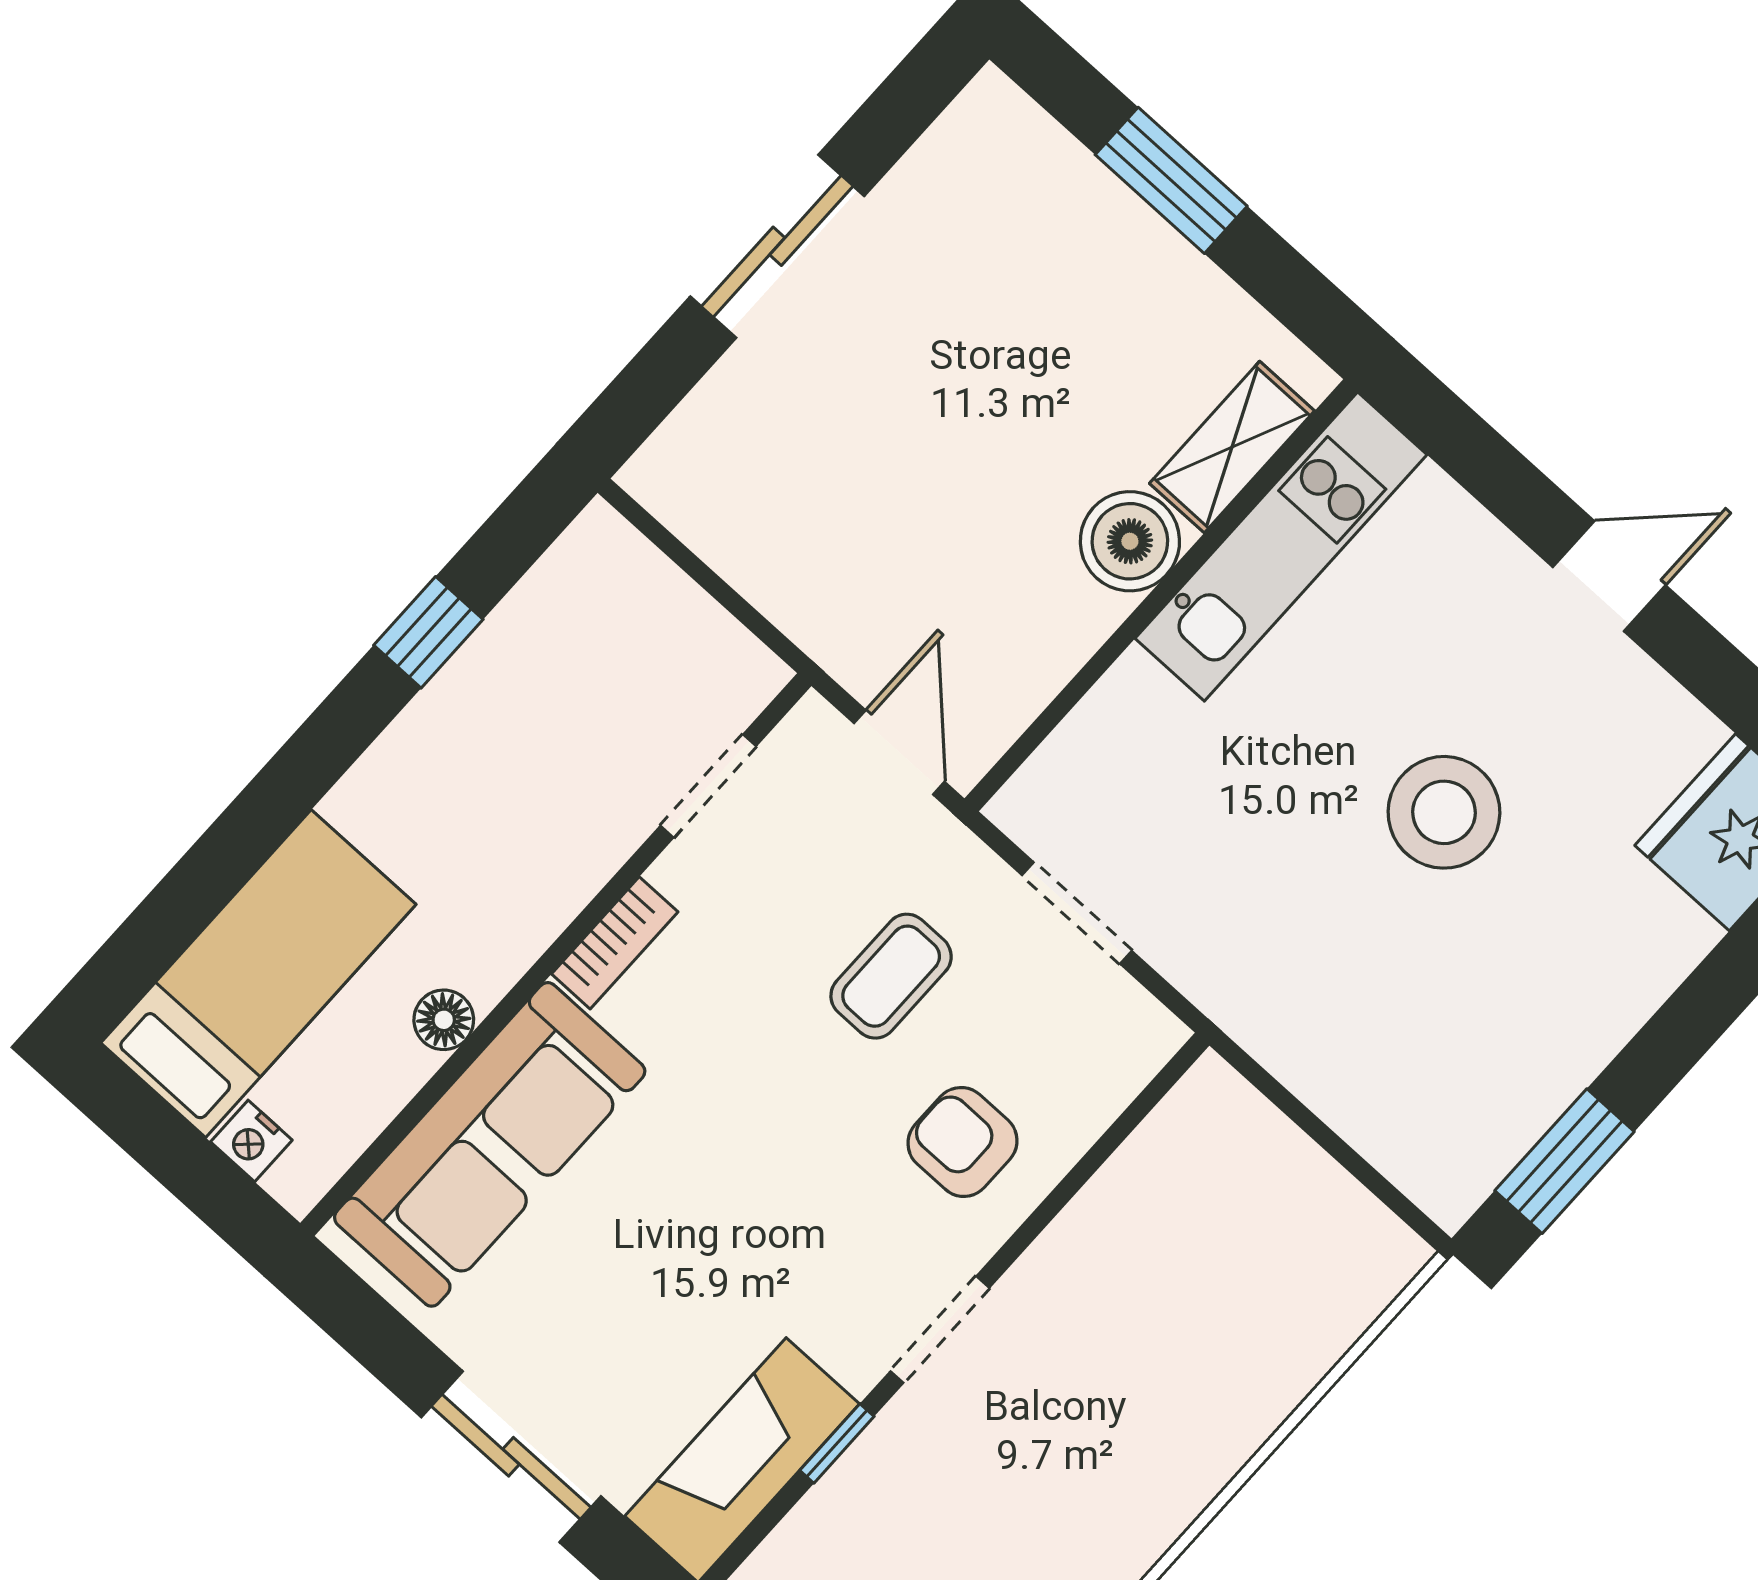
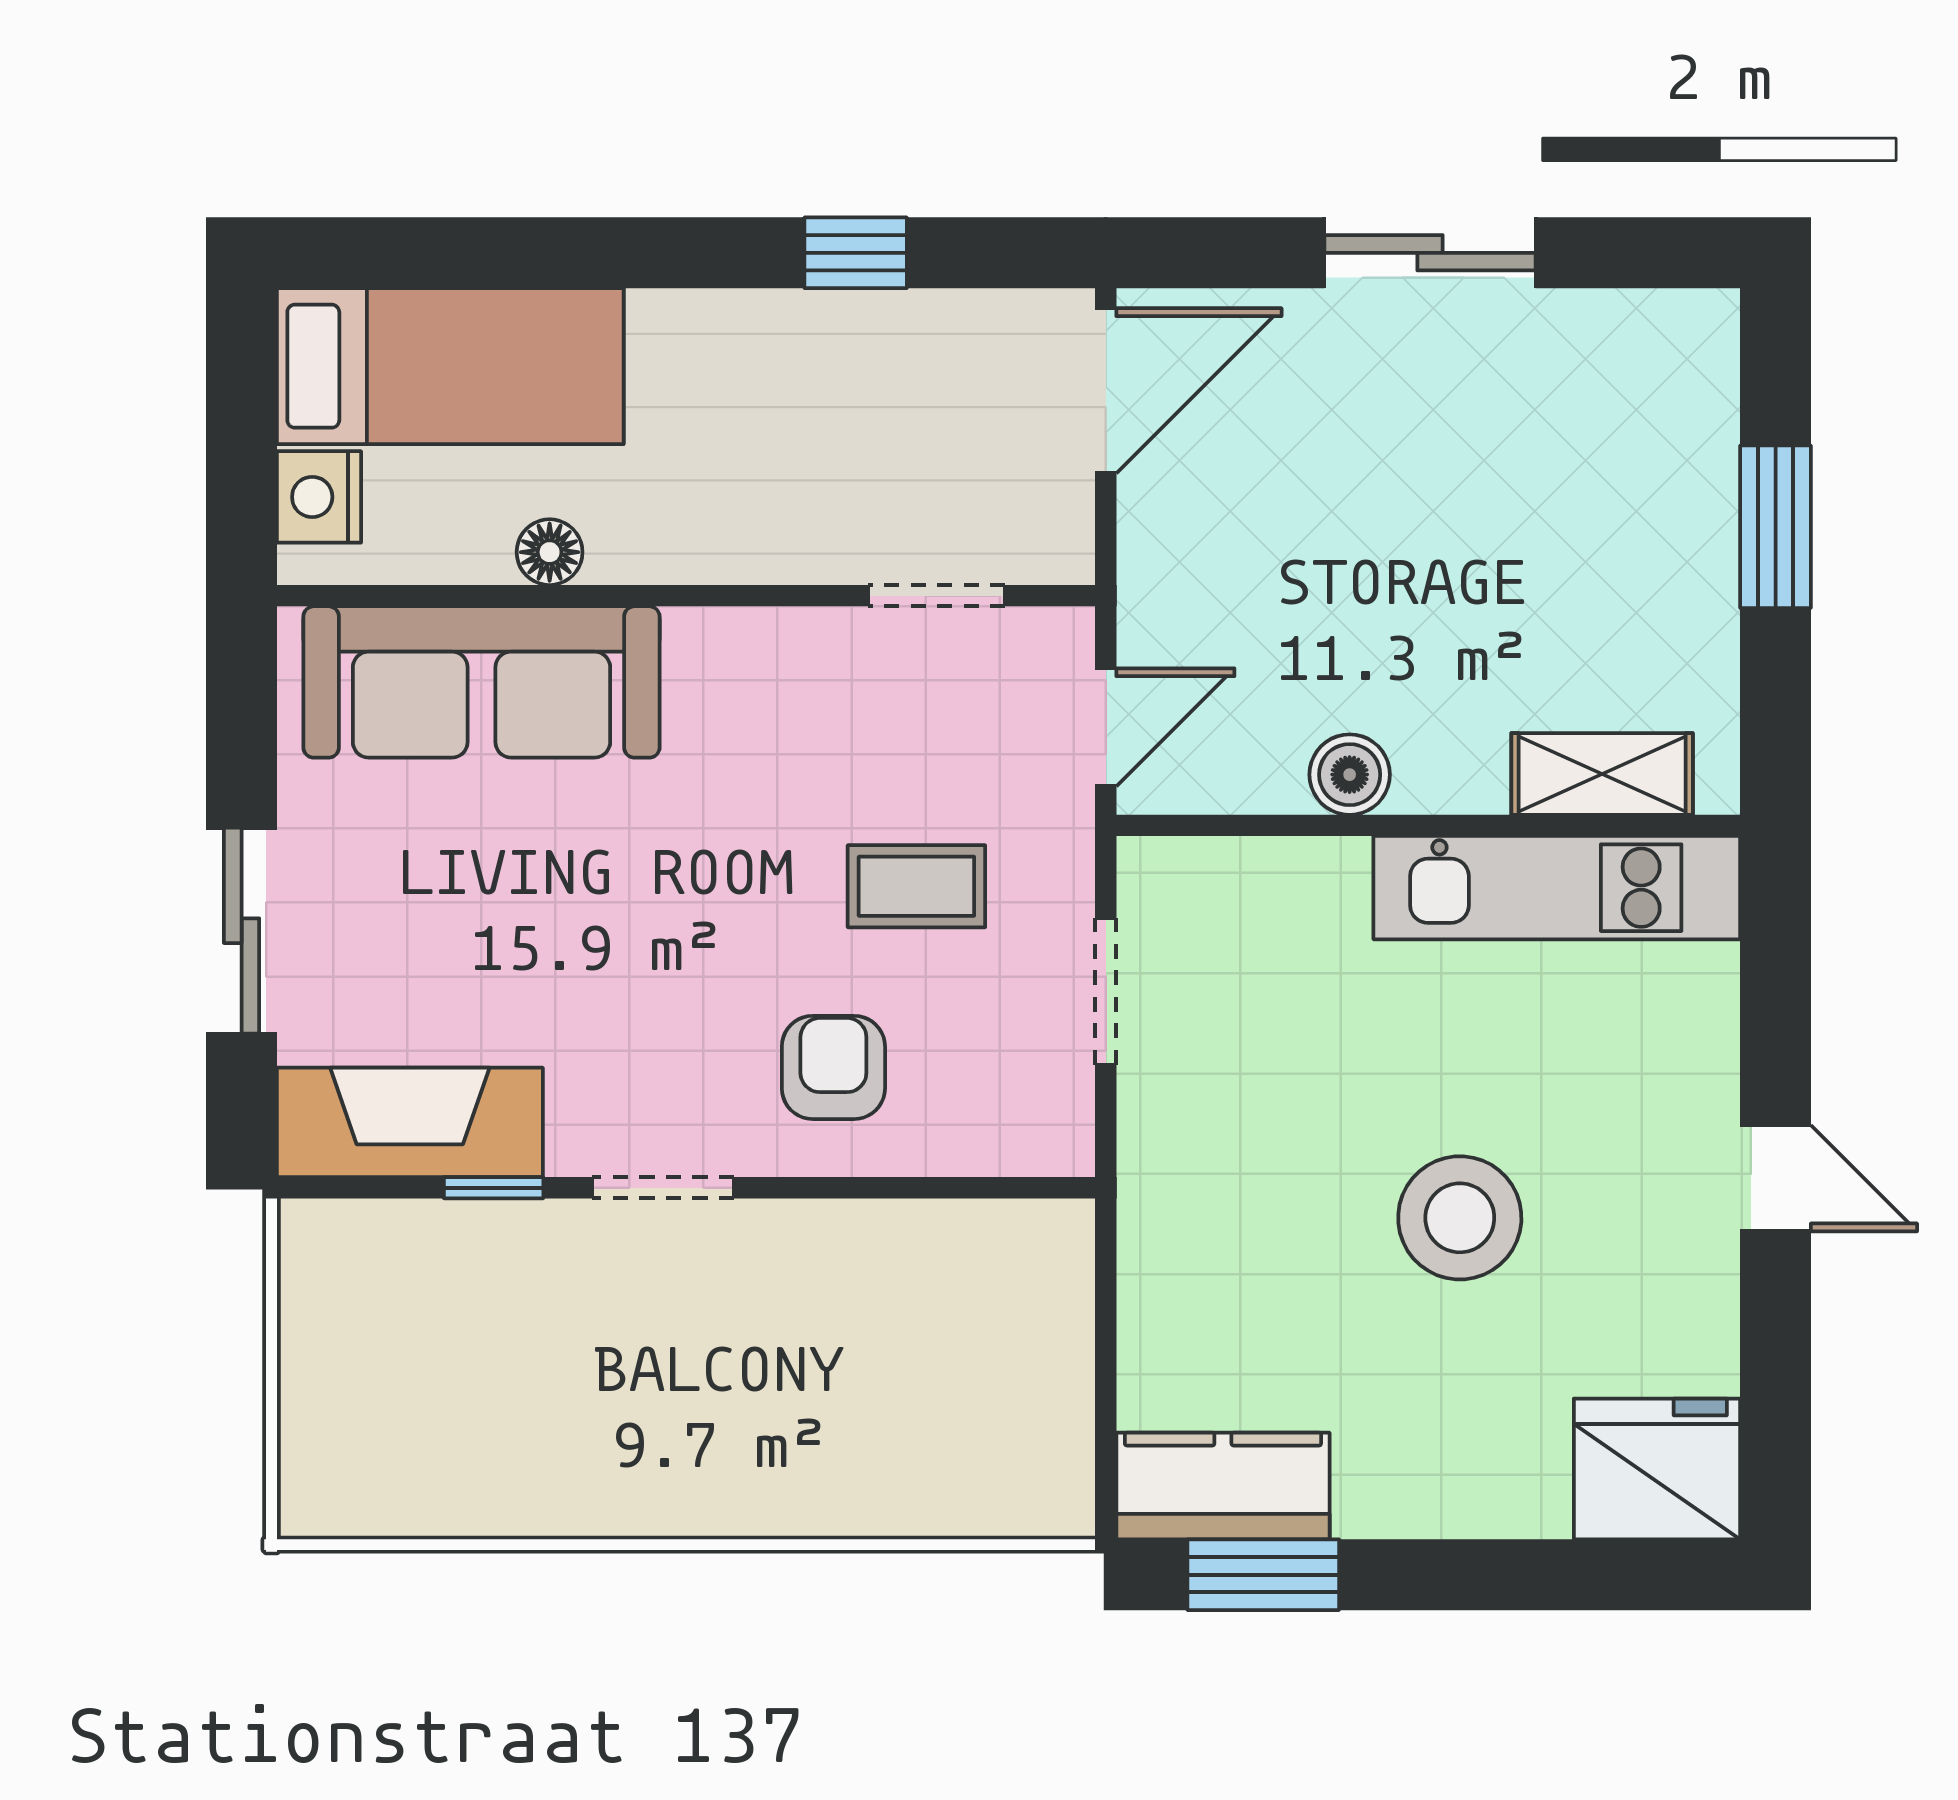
boiler: (1130, 541) -> (1350, 775), moved, width x0.73, depth x0.73
door: (673, 548) -> (1106, 391), added
bookcase: (615, 943) -> (739, 635), removed
kitchen counter: (1480, 1134) -> (1223, 1486), added
nightstand: (251, 1141) -> (319, 497), width x1.39, depth x1.35

